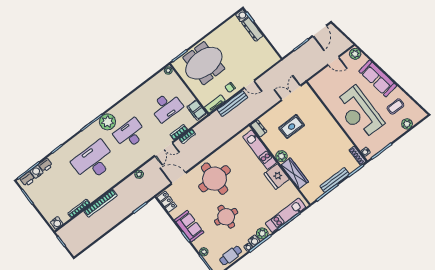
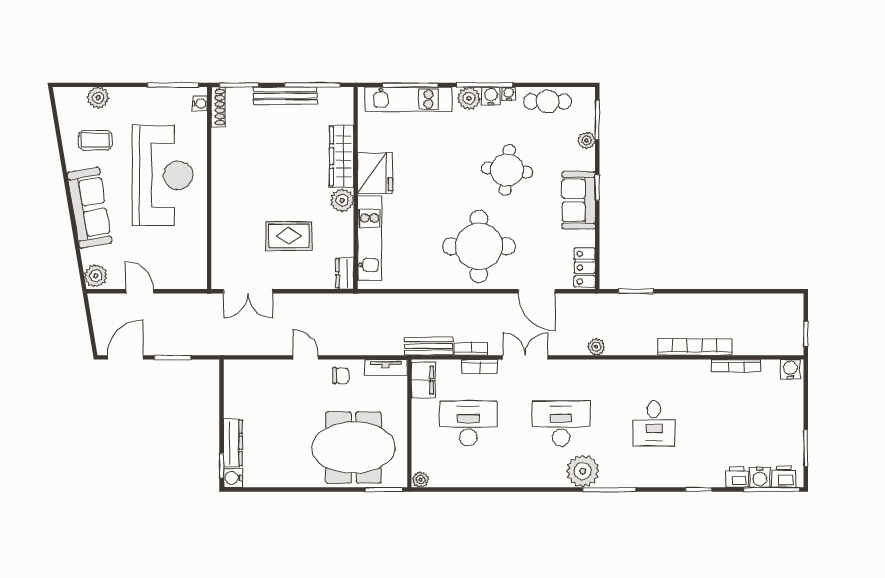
bench: (232, 104) -> (429, 346), moved, width x0.73
desk: (130, 134) -> (561, 423), turned 180
desk: (94, 161) -> (654, 423), width x0.53, depth x0.77

